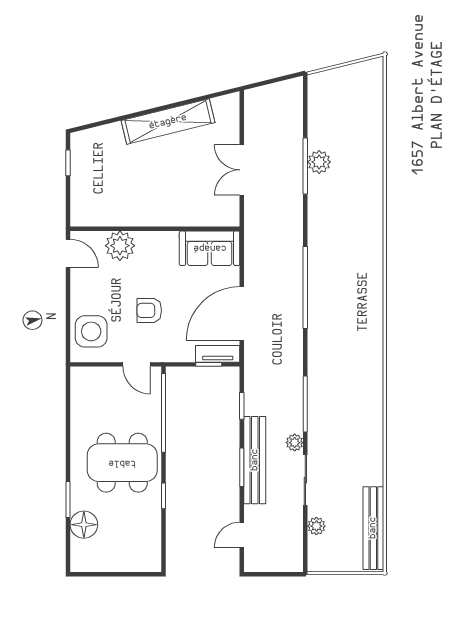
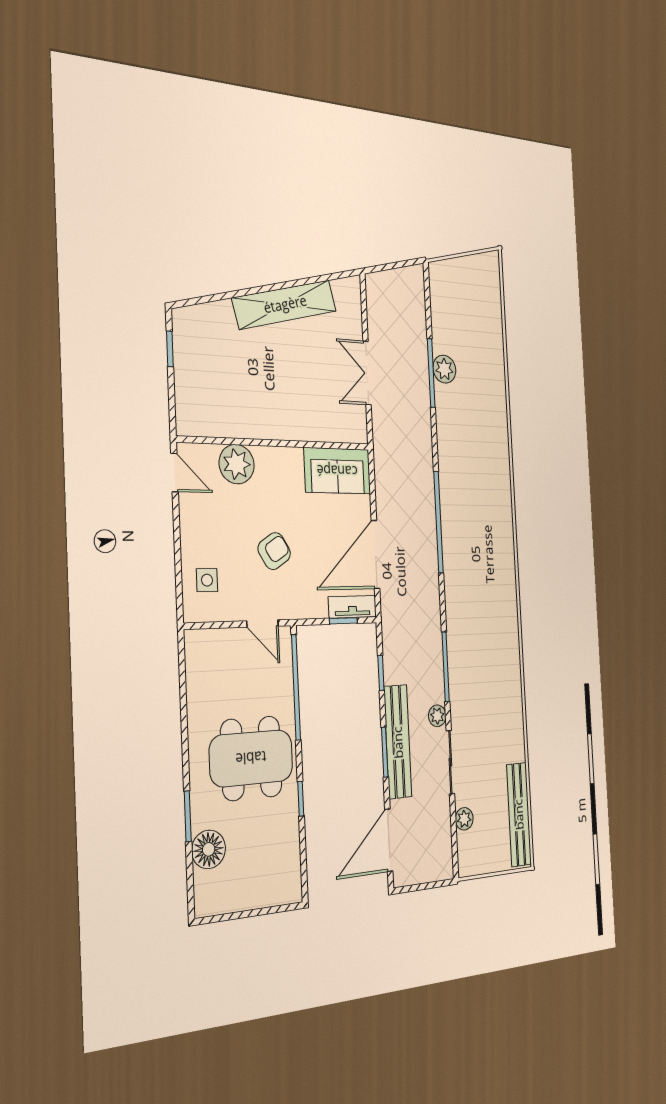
armchair: (149, 310) -> (274, 551), turned 148
side table: (91, 331) -> (207, 580), width x0.54, depth x0.54
door: (242, 535) -> (389, 840), width x1.87

